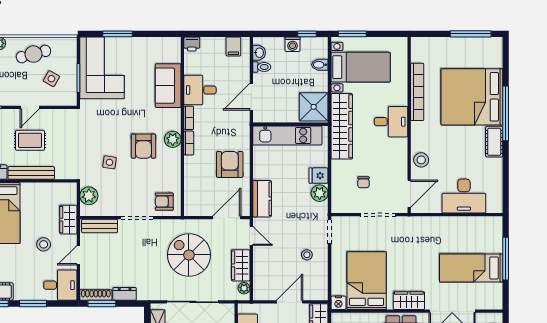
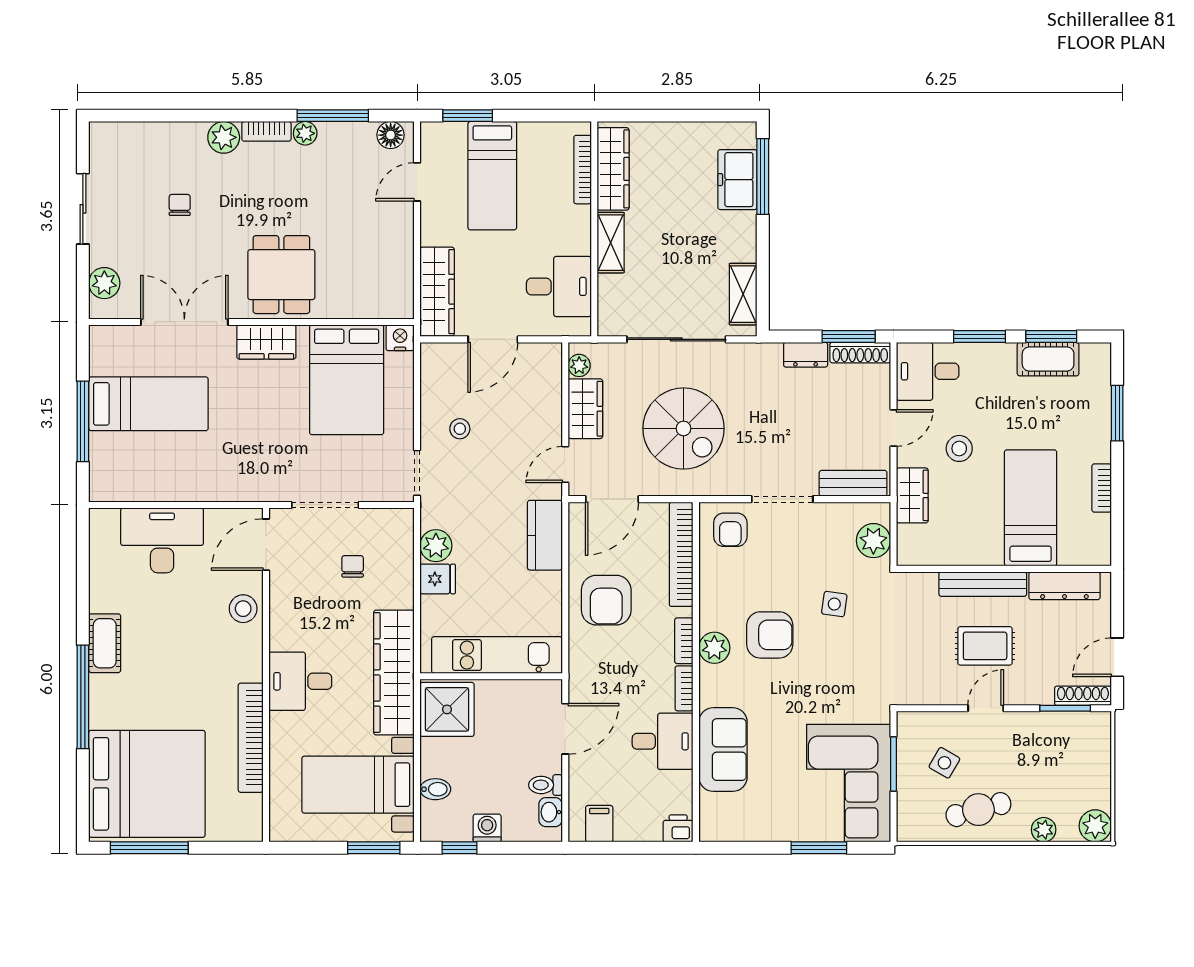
bed: (472, 97) -> (147, 784), moved
armchair: (143, 146) -> (770, 635), turned 90
bookcase: (190, 189) -> (681, 554), added
armchair: (164, 202) -> (730, 530), turned 90
door: (251, 236) -> (565, 465), hinge flipped

